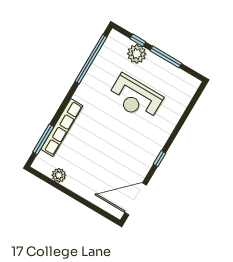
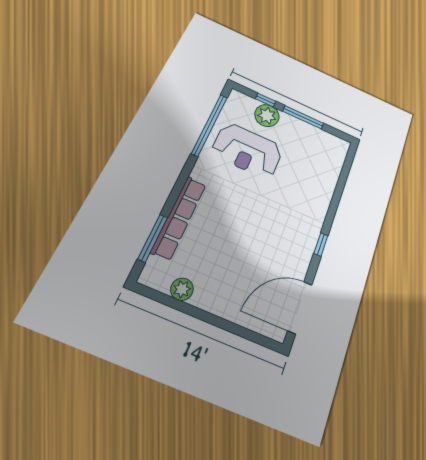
reception desk: (135, 98) -> (247, 150), moved

